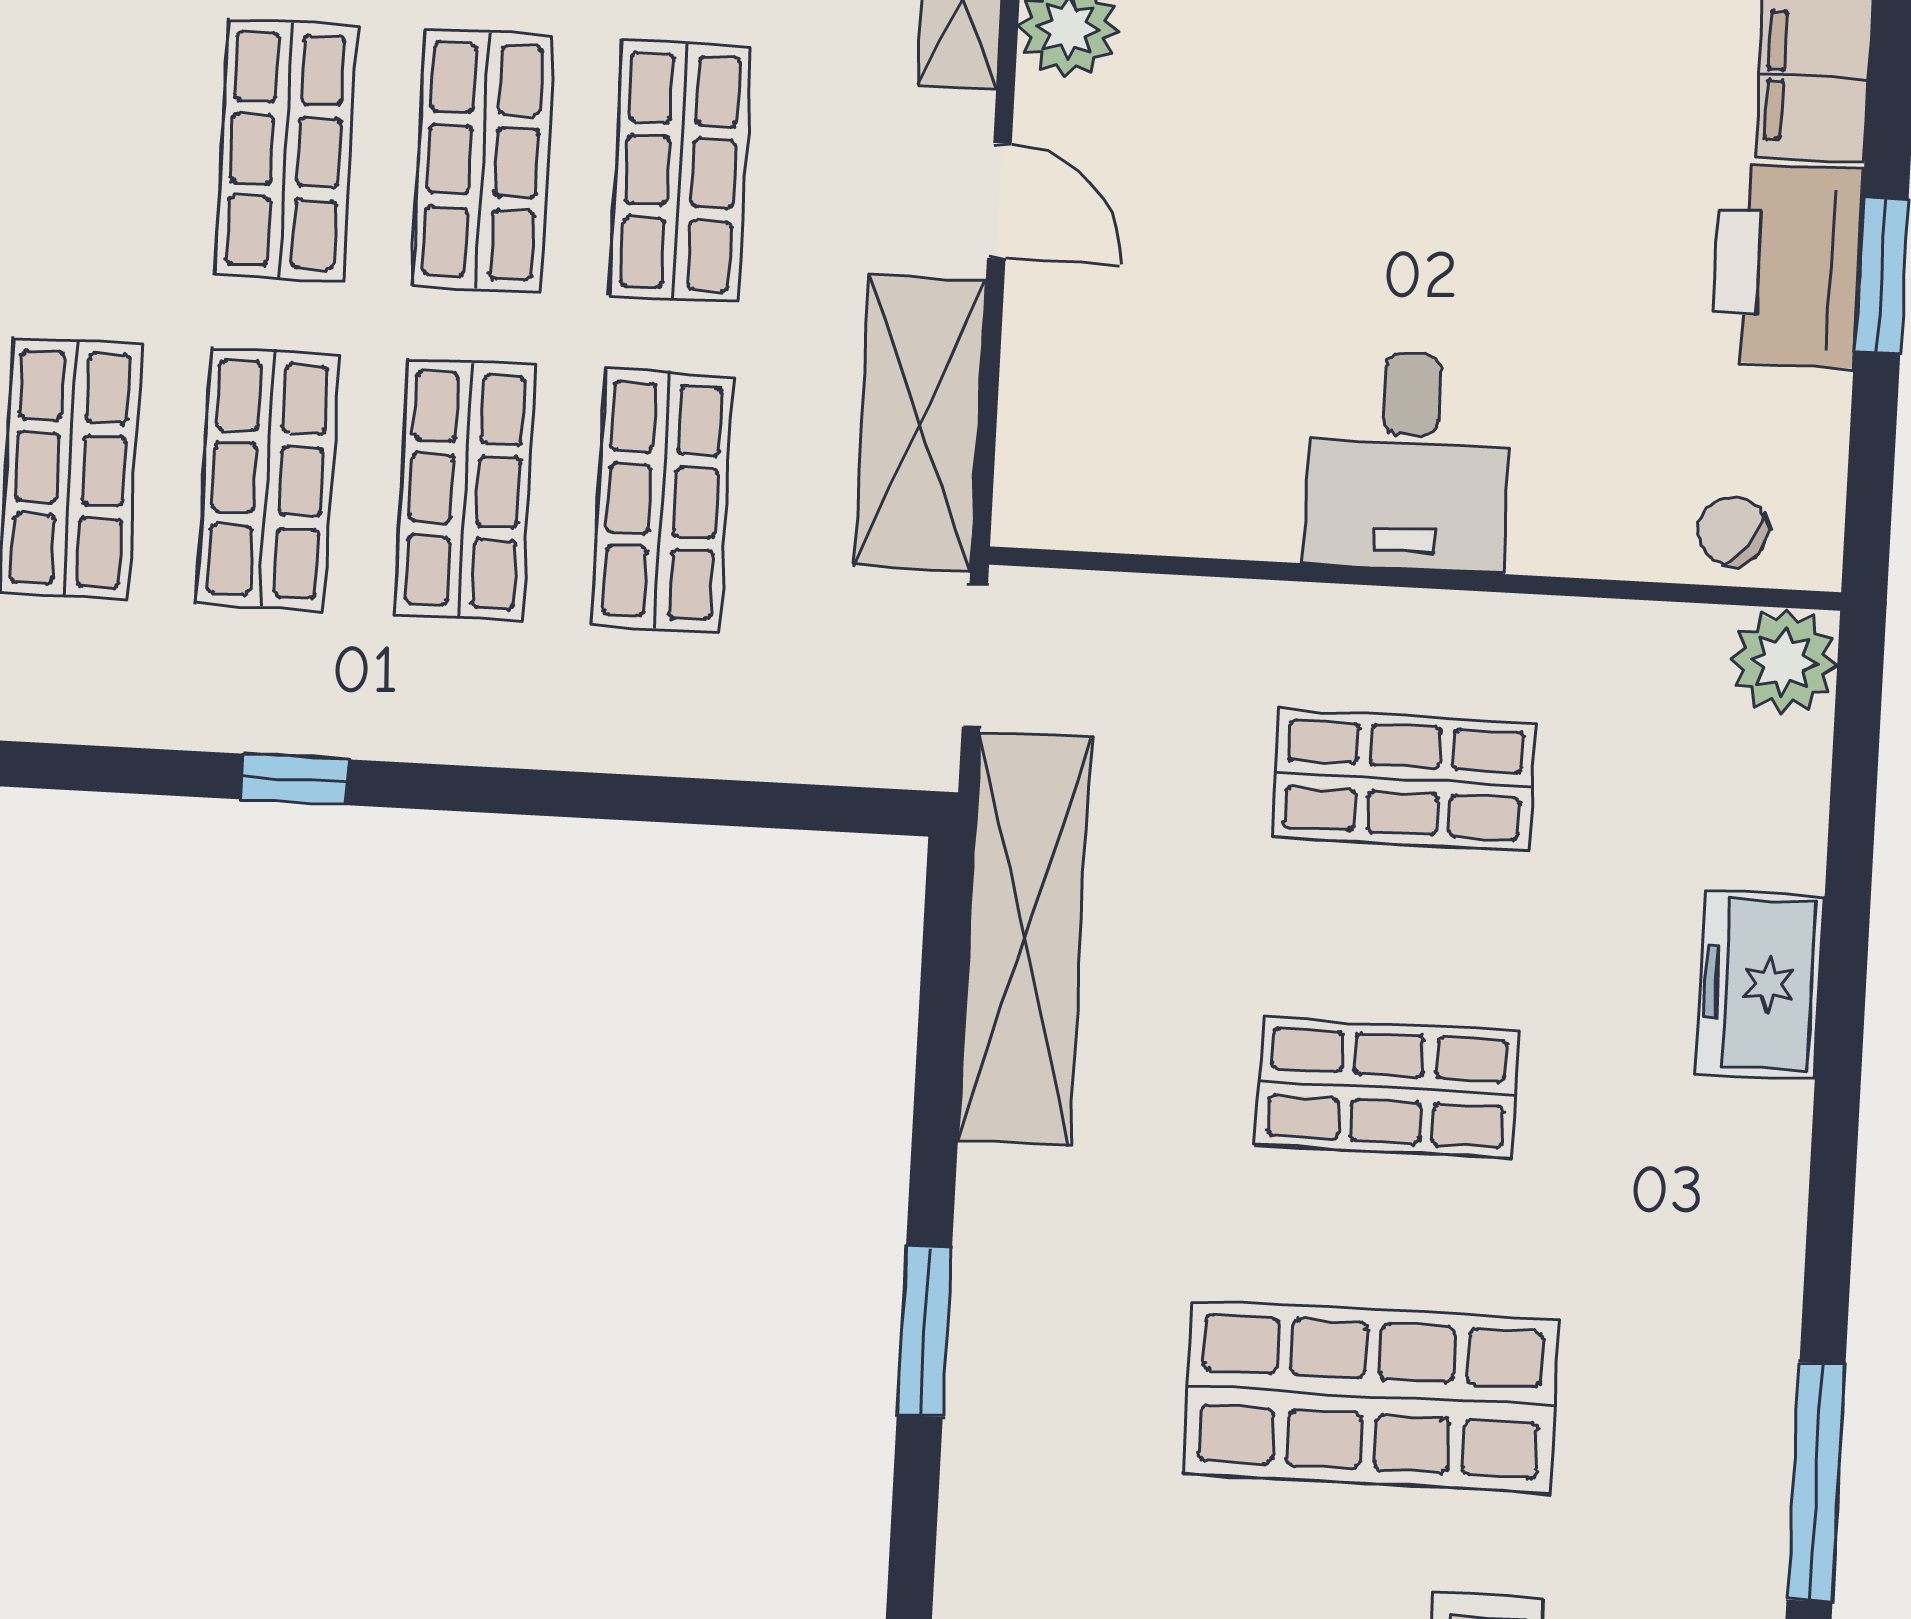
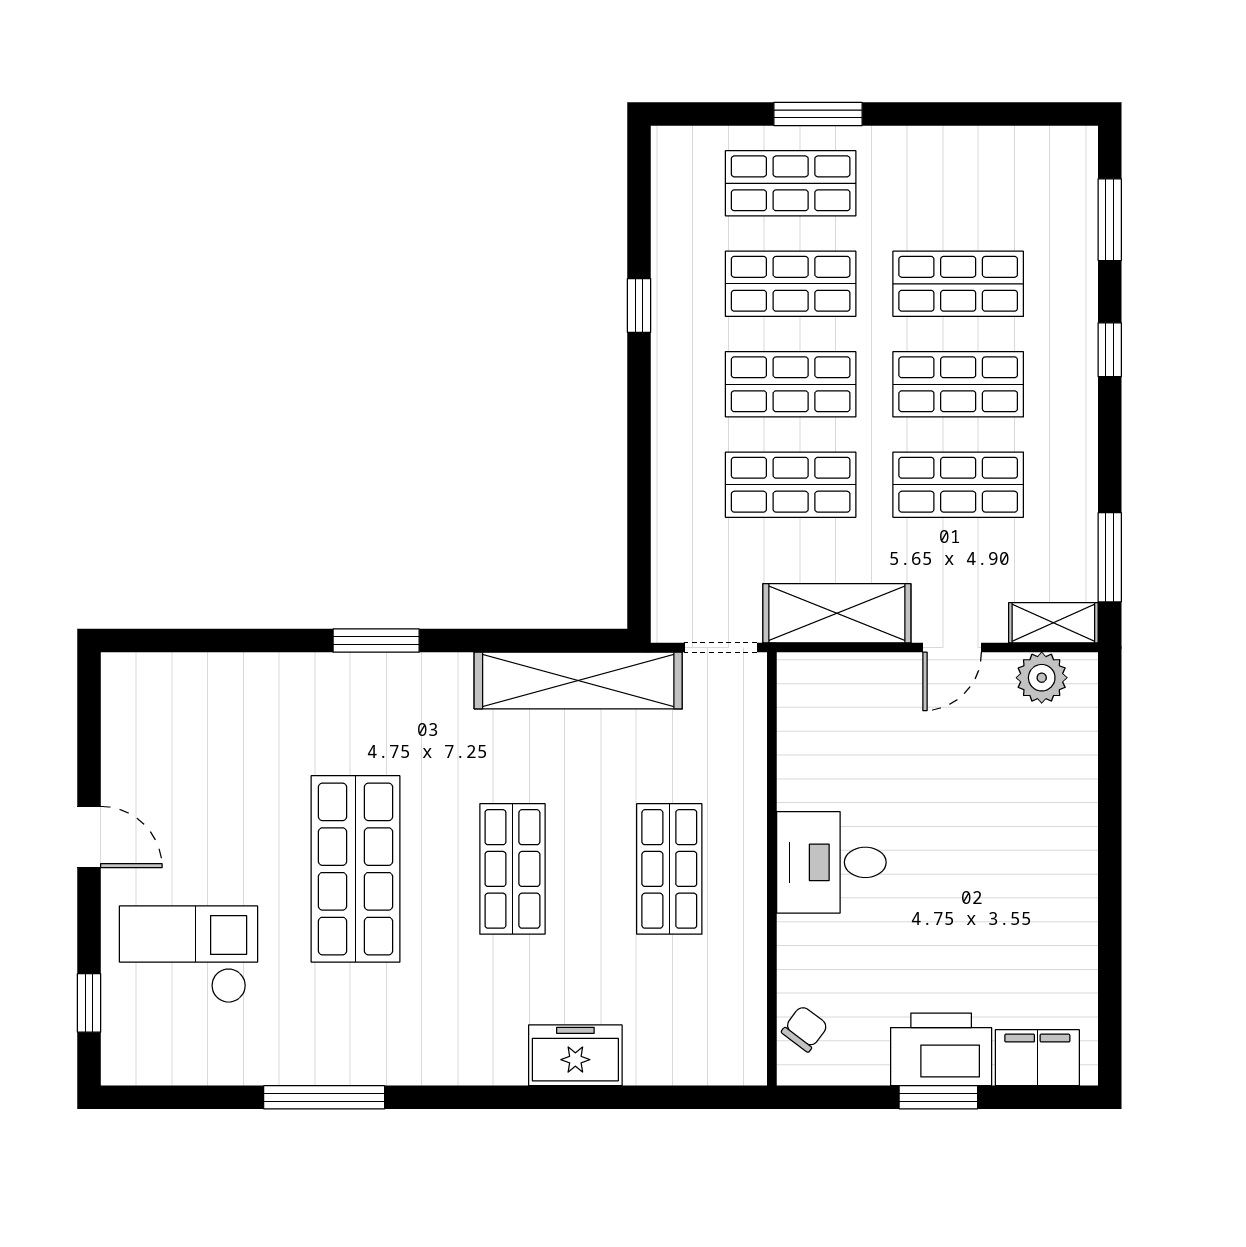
plant: (1784, 661) -> (740, 1058), removed

